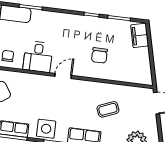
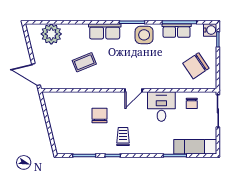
trolley: (79, 32) -> (123, 136), added
filing cabinet: (140, 35) -> (61, 141), removed

